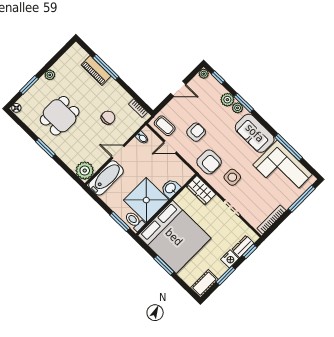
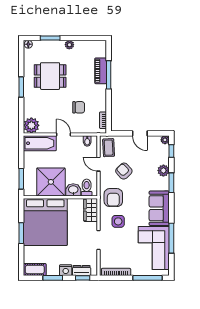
plant: (238, 108) -> (165, 182), removed
armchair: (196, 132) -> (124, 171), turned -133
toilet: (135, 221) -> (87, 188), moved

